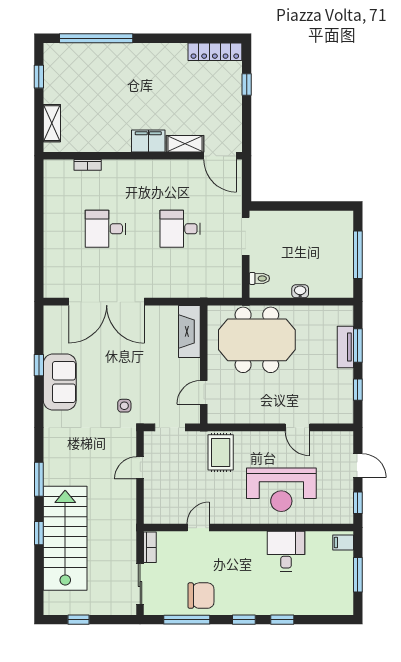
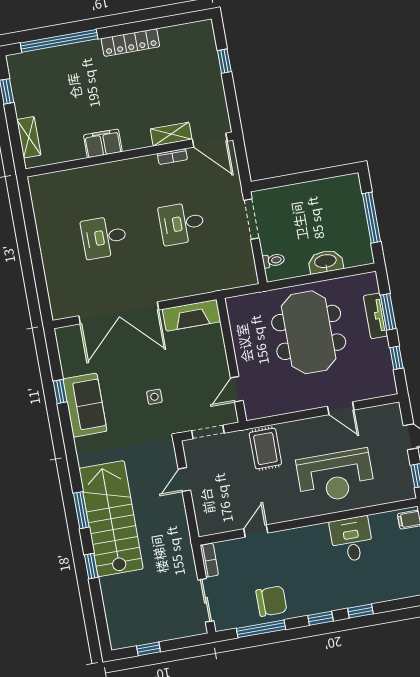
locker: (215, 52) -> (130, 43), moved
filing cabinet: (148, 141) -> (103, 143), moved
bookcase: (88, 165) -> (172, 157), moved
washbasin: (300, 291) -> (326, 262), width x1.91, depth x1.45
fireplace: (189, 331) -> (192, 315), moved, turned -90
meeting table: (257, 340) -> (309, 332), moved, turned 90
side table: (124, 406) -> (154, 397), moved
stairs: (65, 538) -> (111, 519), moved

